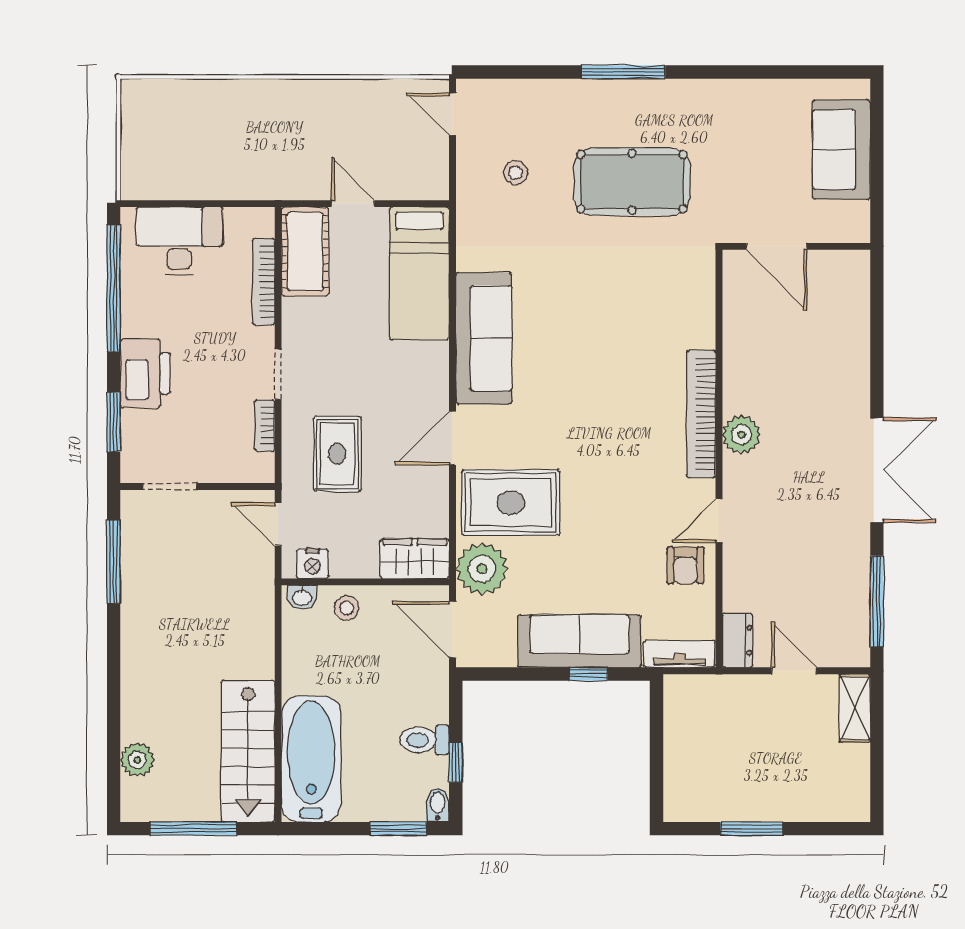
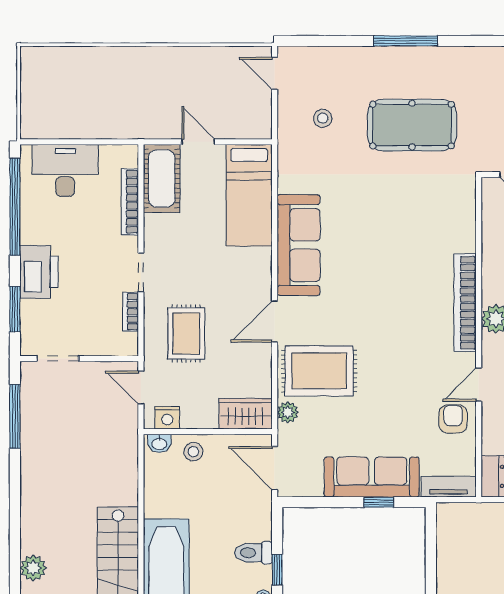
armchair: (685, 565) -> (453, 419), turned 180
plant: (482, 569) -> (288, 412), width x0.53, depth x0.53

